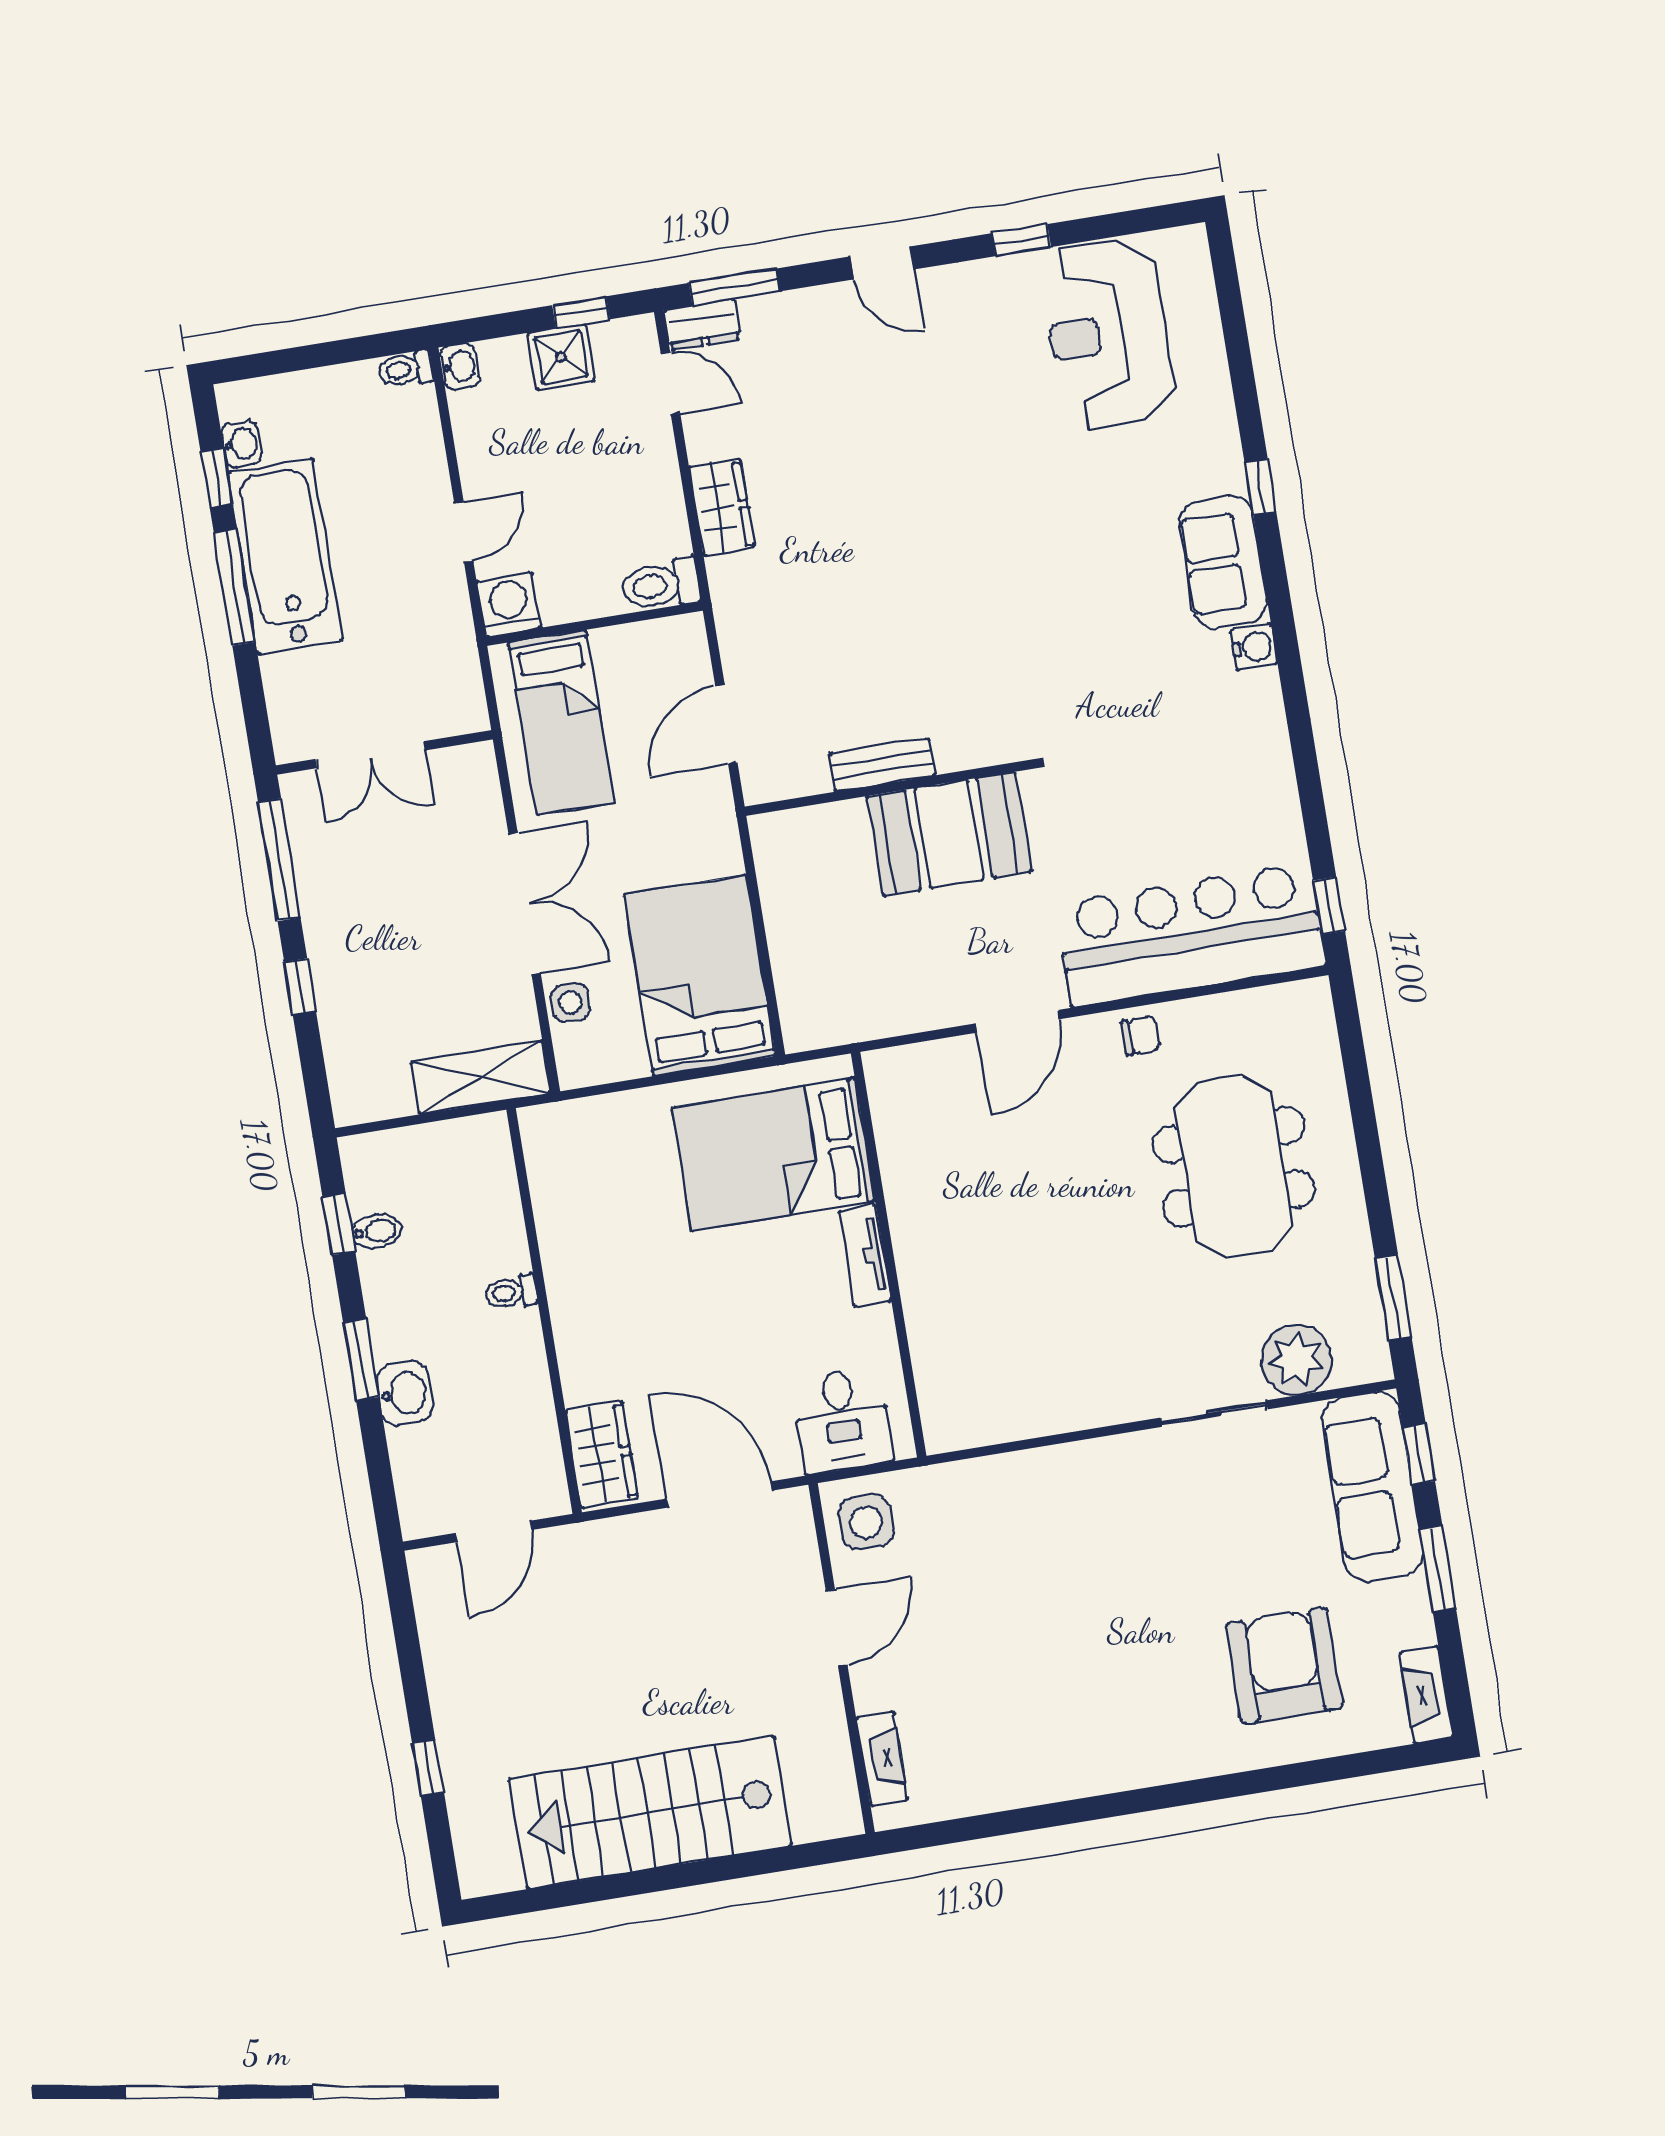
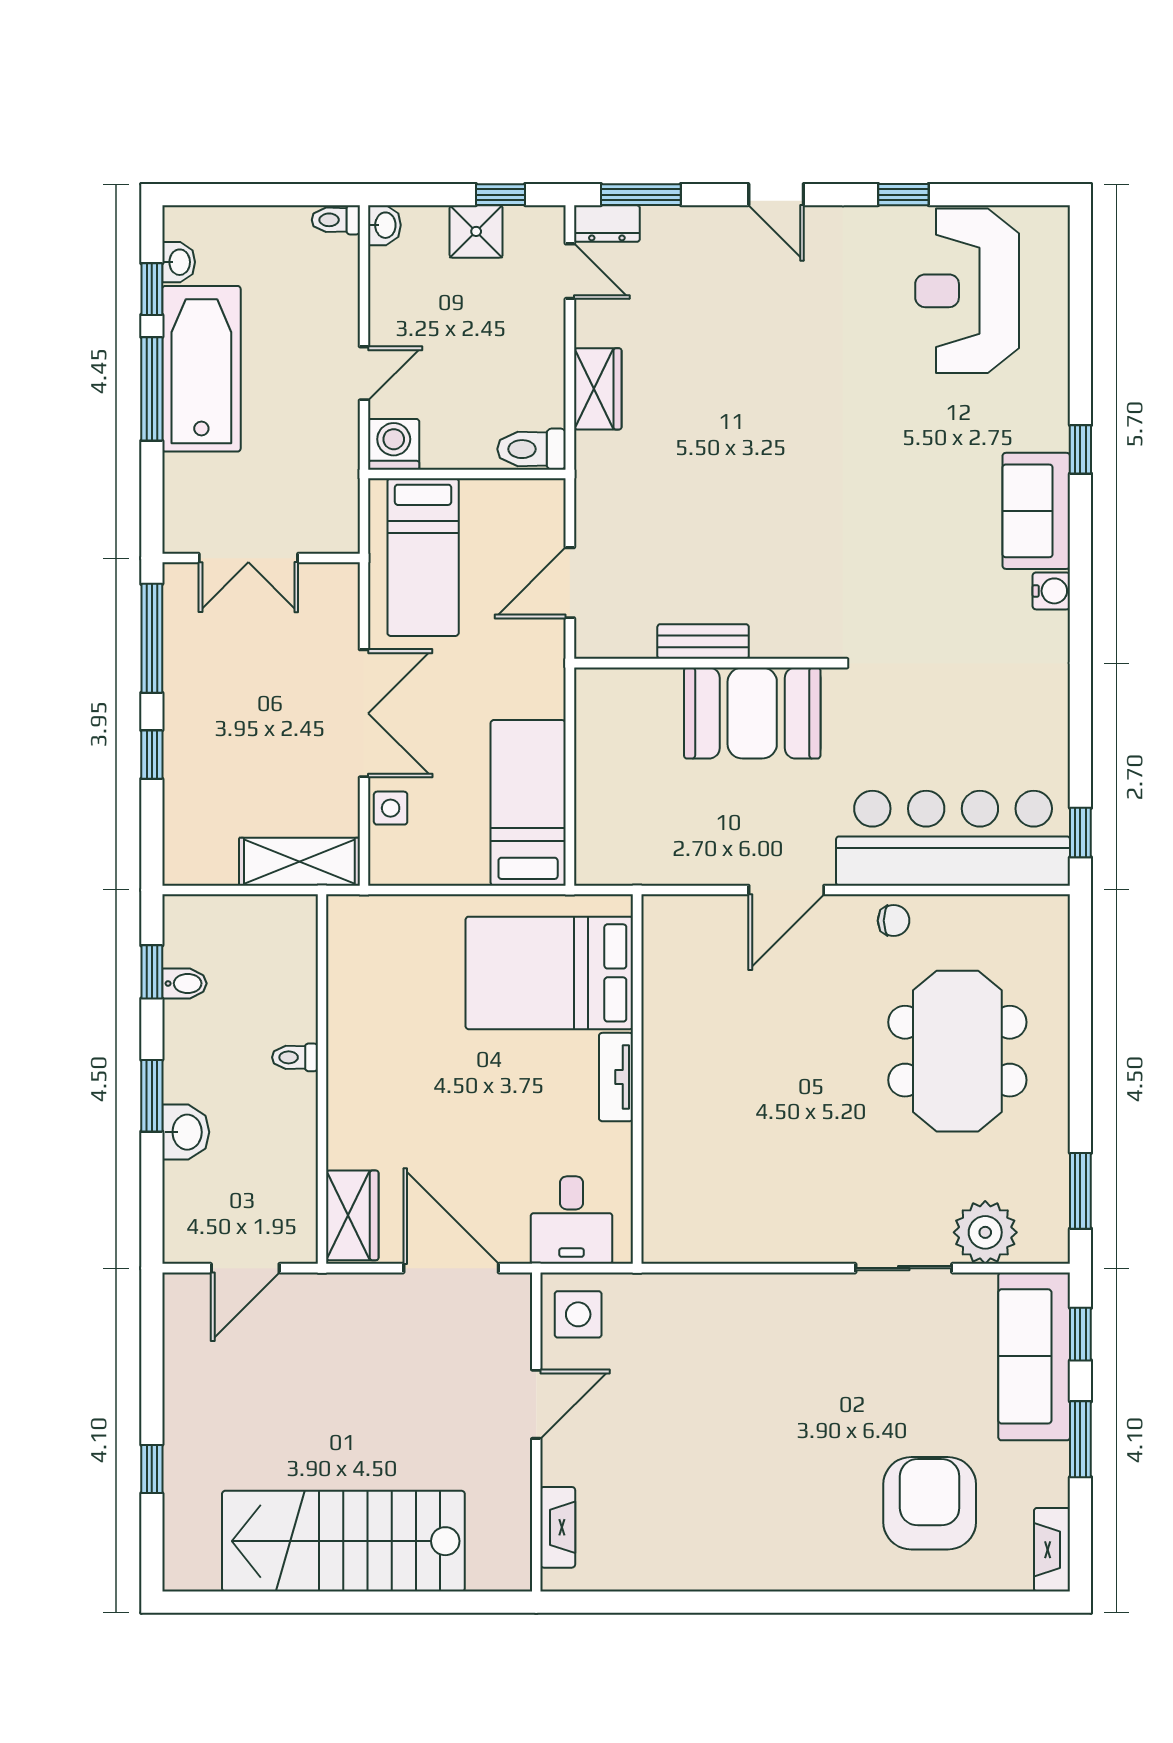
bed: (700, 976) -> (528, 803), width x0.67

